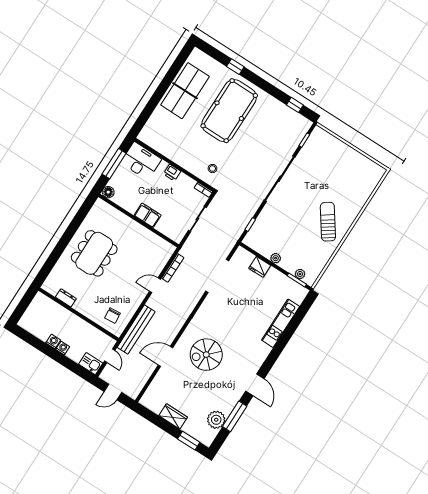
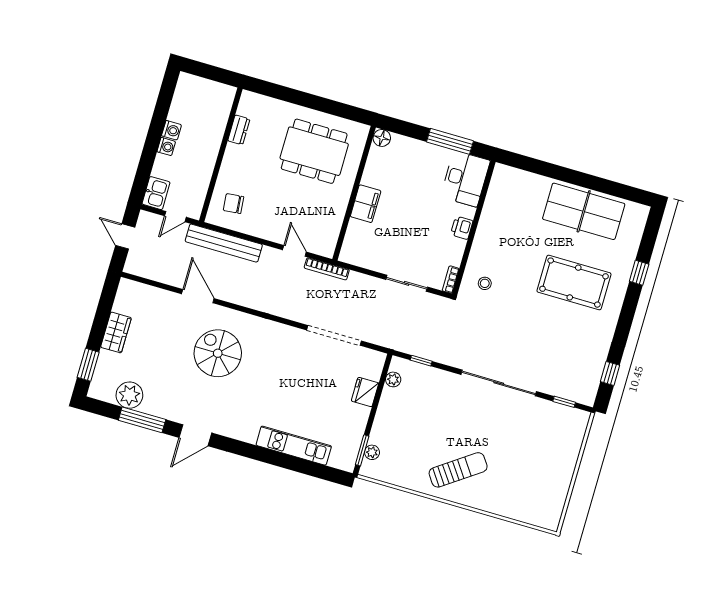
pool table: (229, 111) -> (574, 283), width x0.73, depth x0.76
floor lamp: (108, 192) -> (382, 138), moved
filing cabinet: (148, 215) -> (366, 204), moved
wall: (139, 221) -> (354, 193), moved
plant: (276, 258) -> (393, 379), moved

